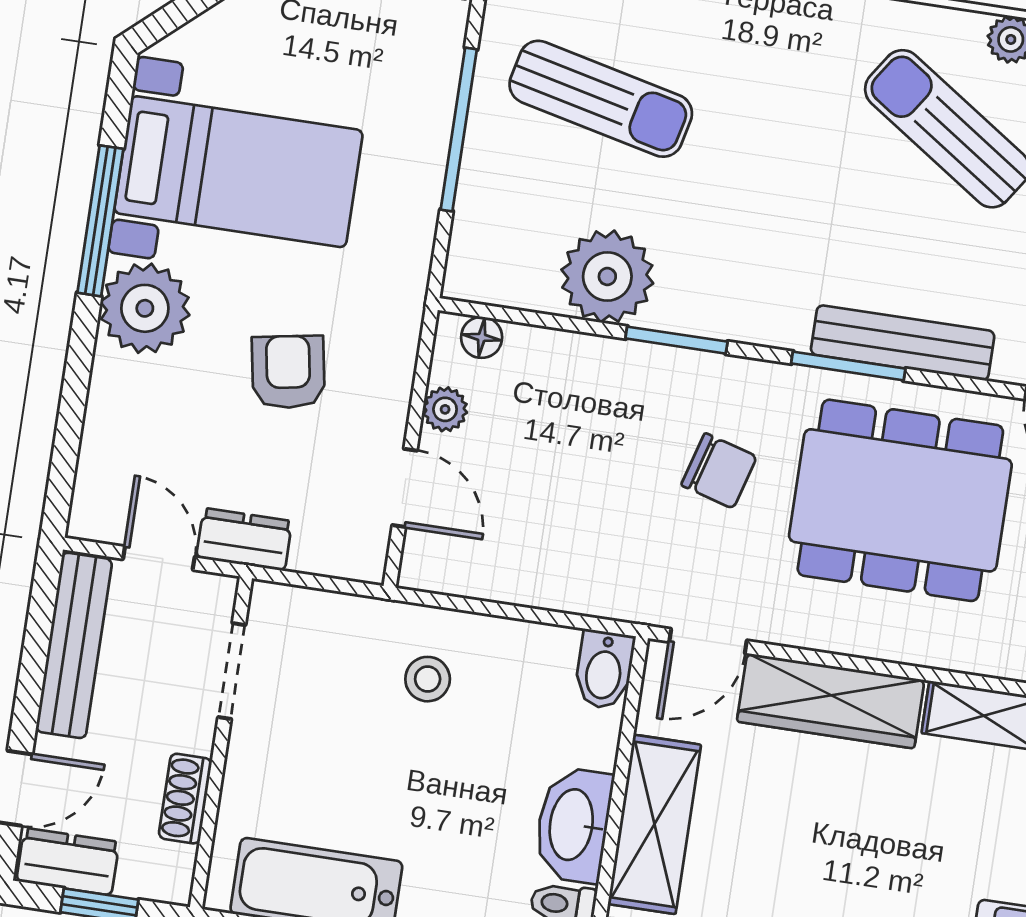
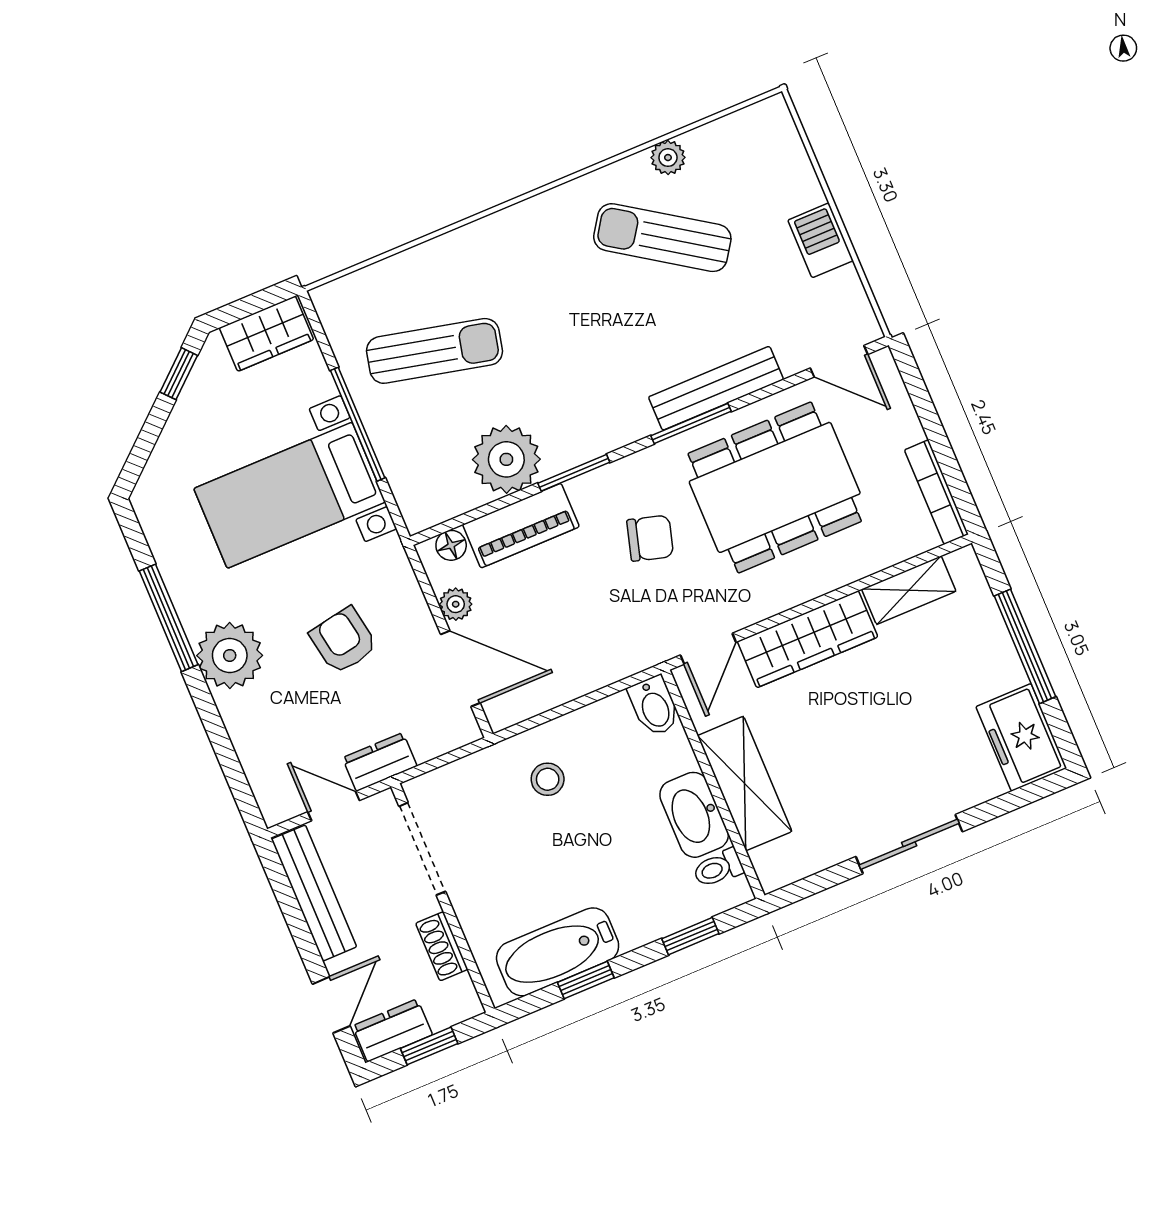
bed with nightstands: (238, 172) -> (290, 495), moved, turned 180
piano: (577, 364) -> (521, 526), added
door: (405, 488) -> (460, 669), width x1.38
doorway: (232, 671) -> (422, 849), width x1.38

